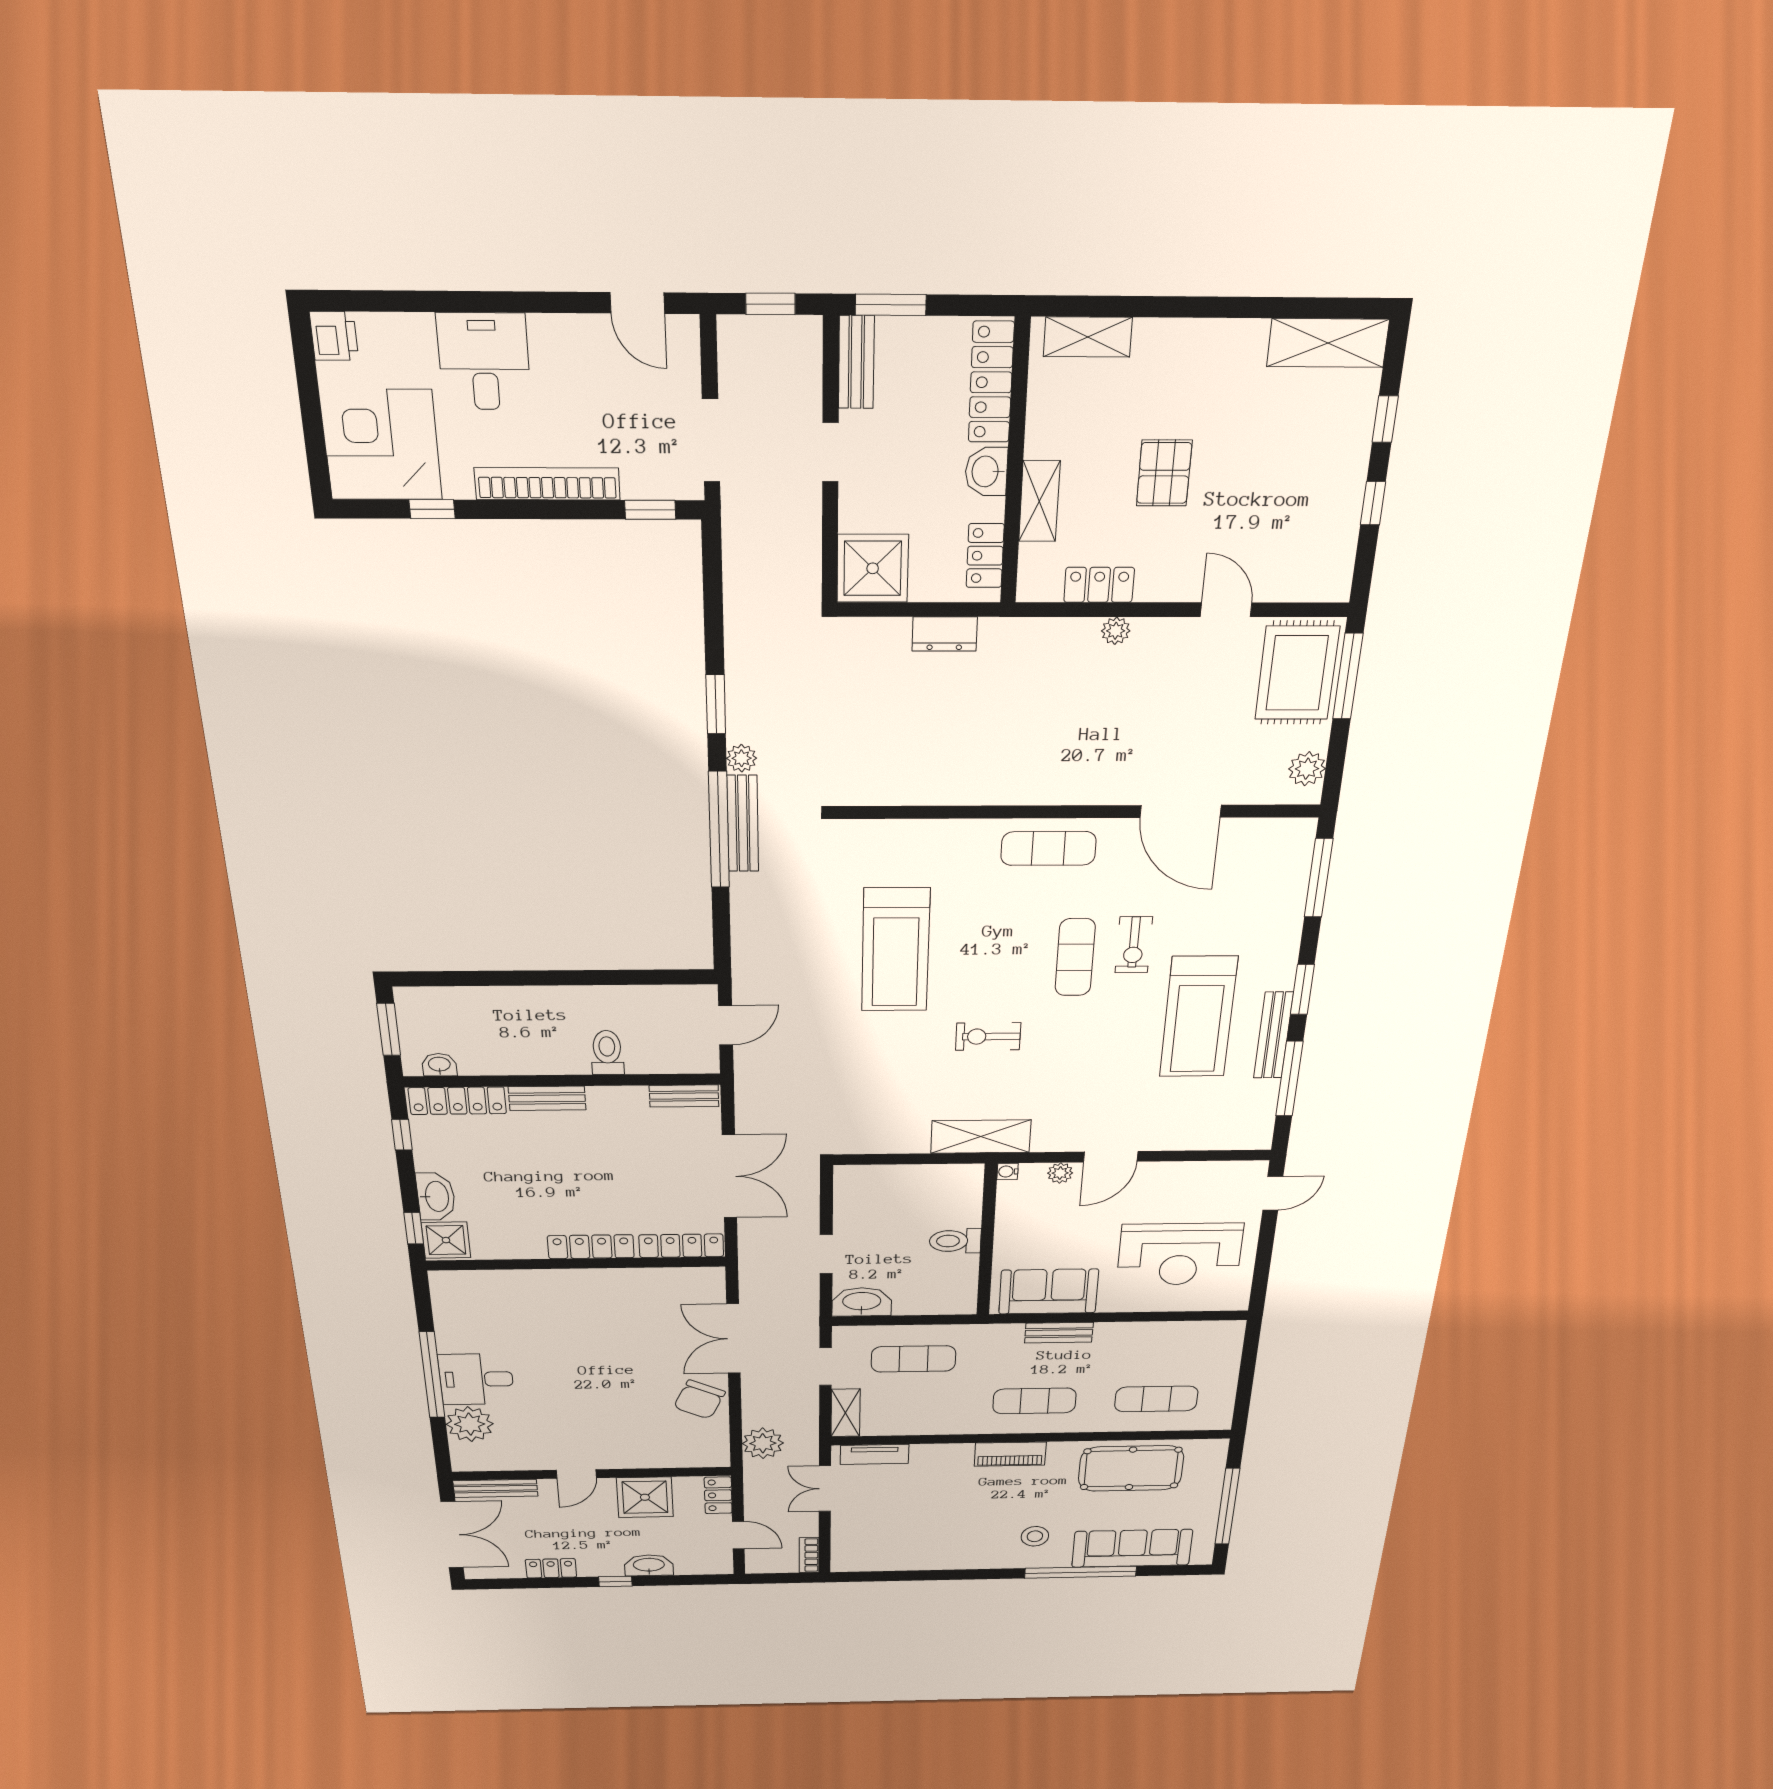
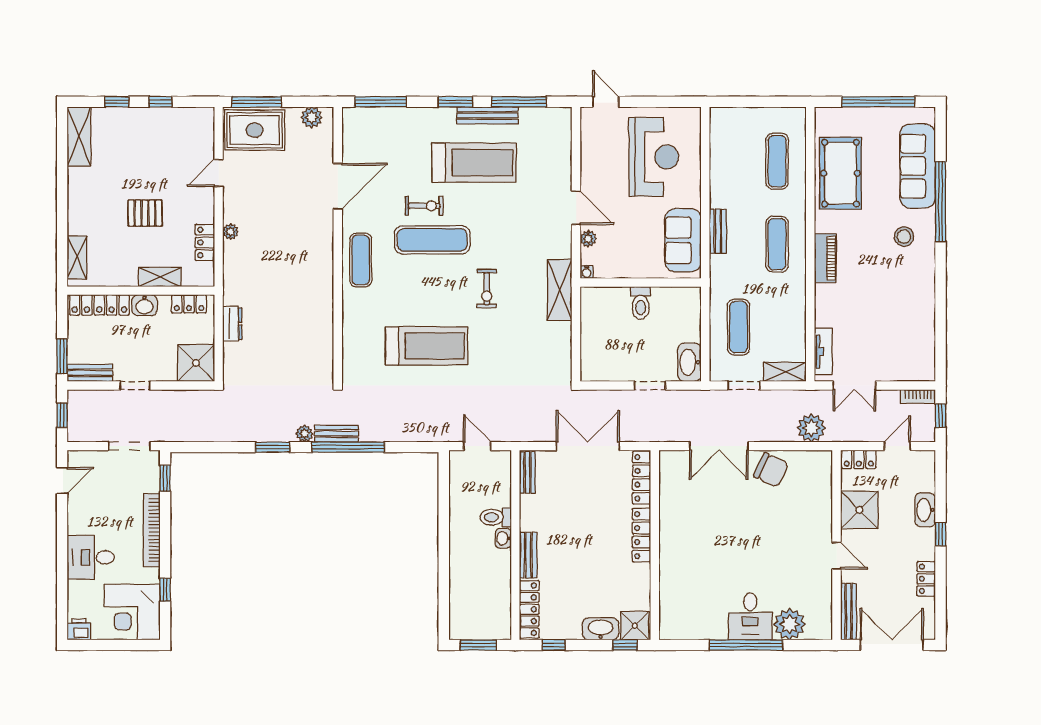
bench: (743, 824) -> (336, 434), width x0.73
exercise mat: (1075, 957) -> (432, 240), width x1.36, depth x1.45
washbasin: (439, 1065) -> (503, 538), moved
window: (782, 1578) -> (941, 416), added

